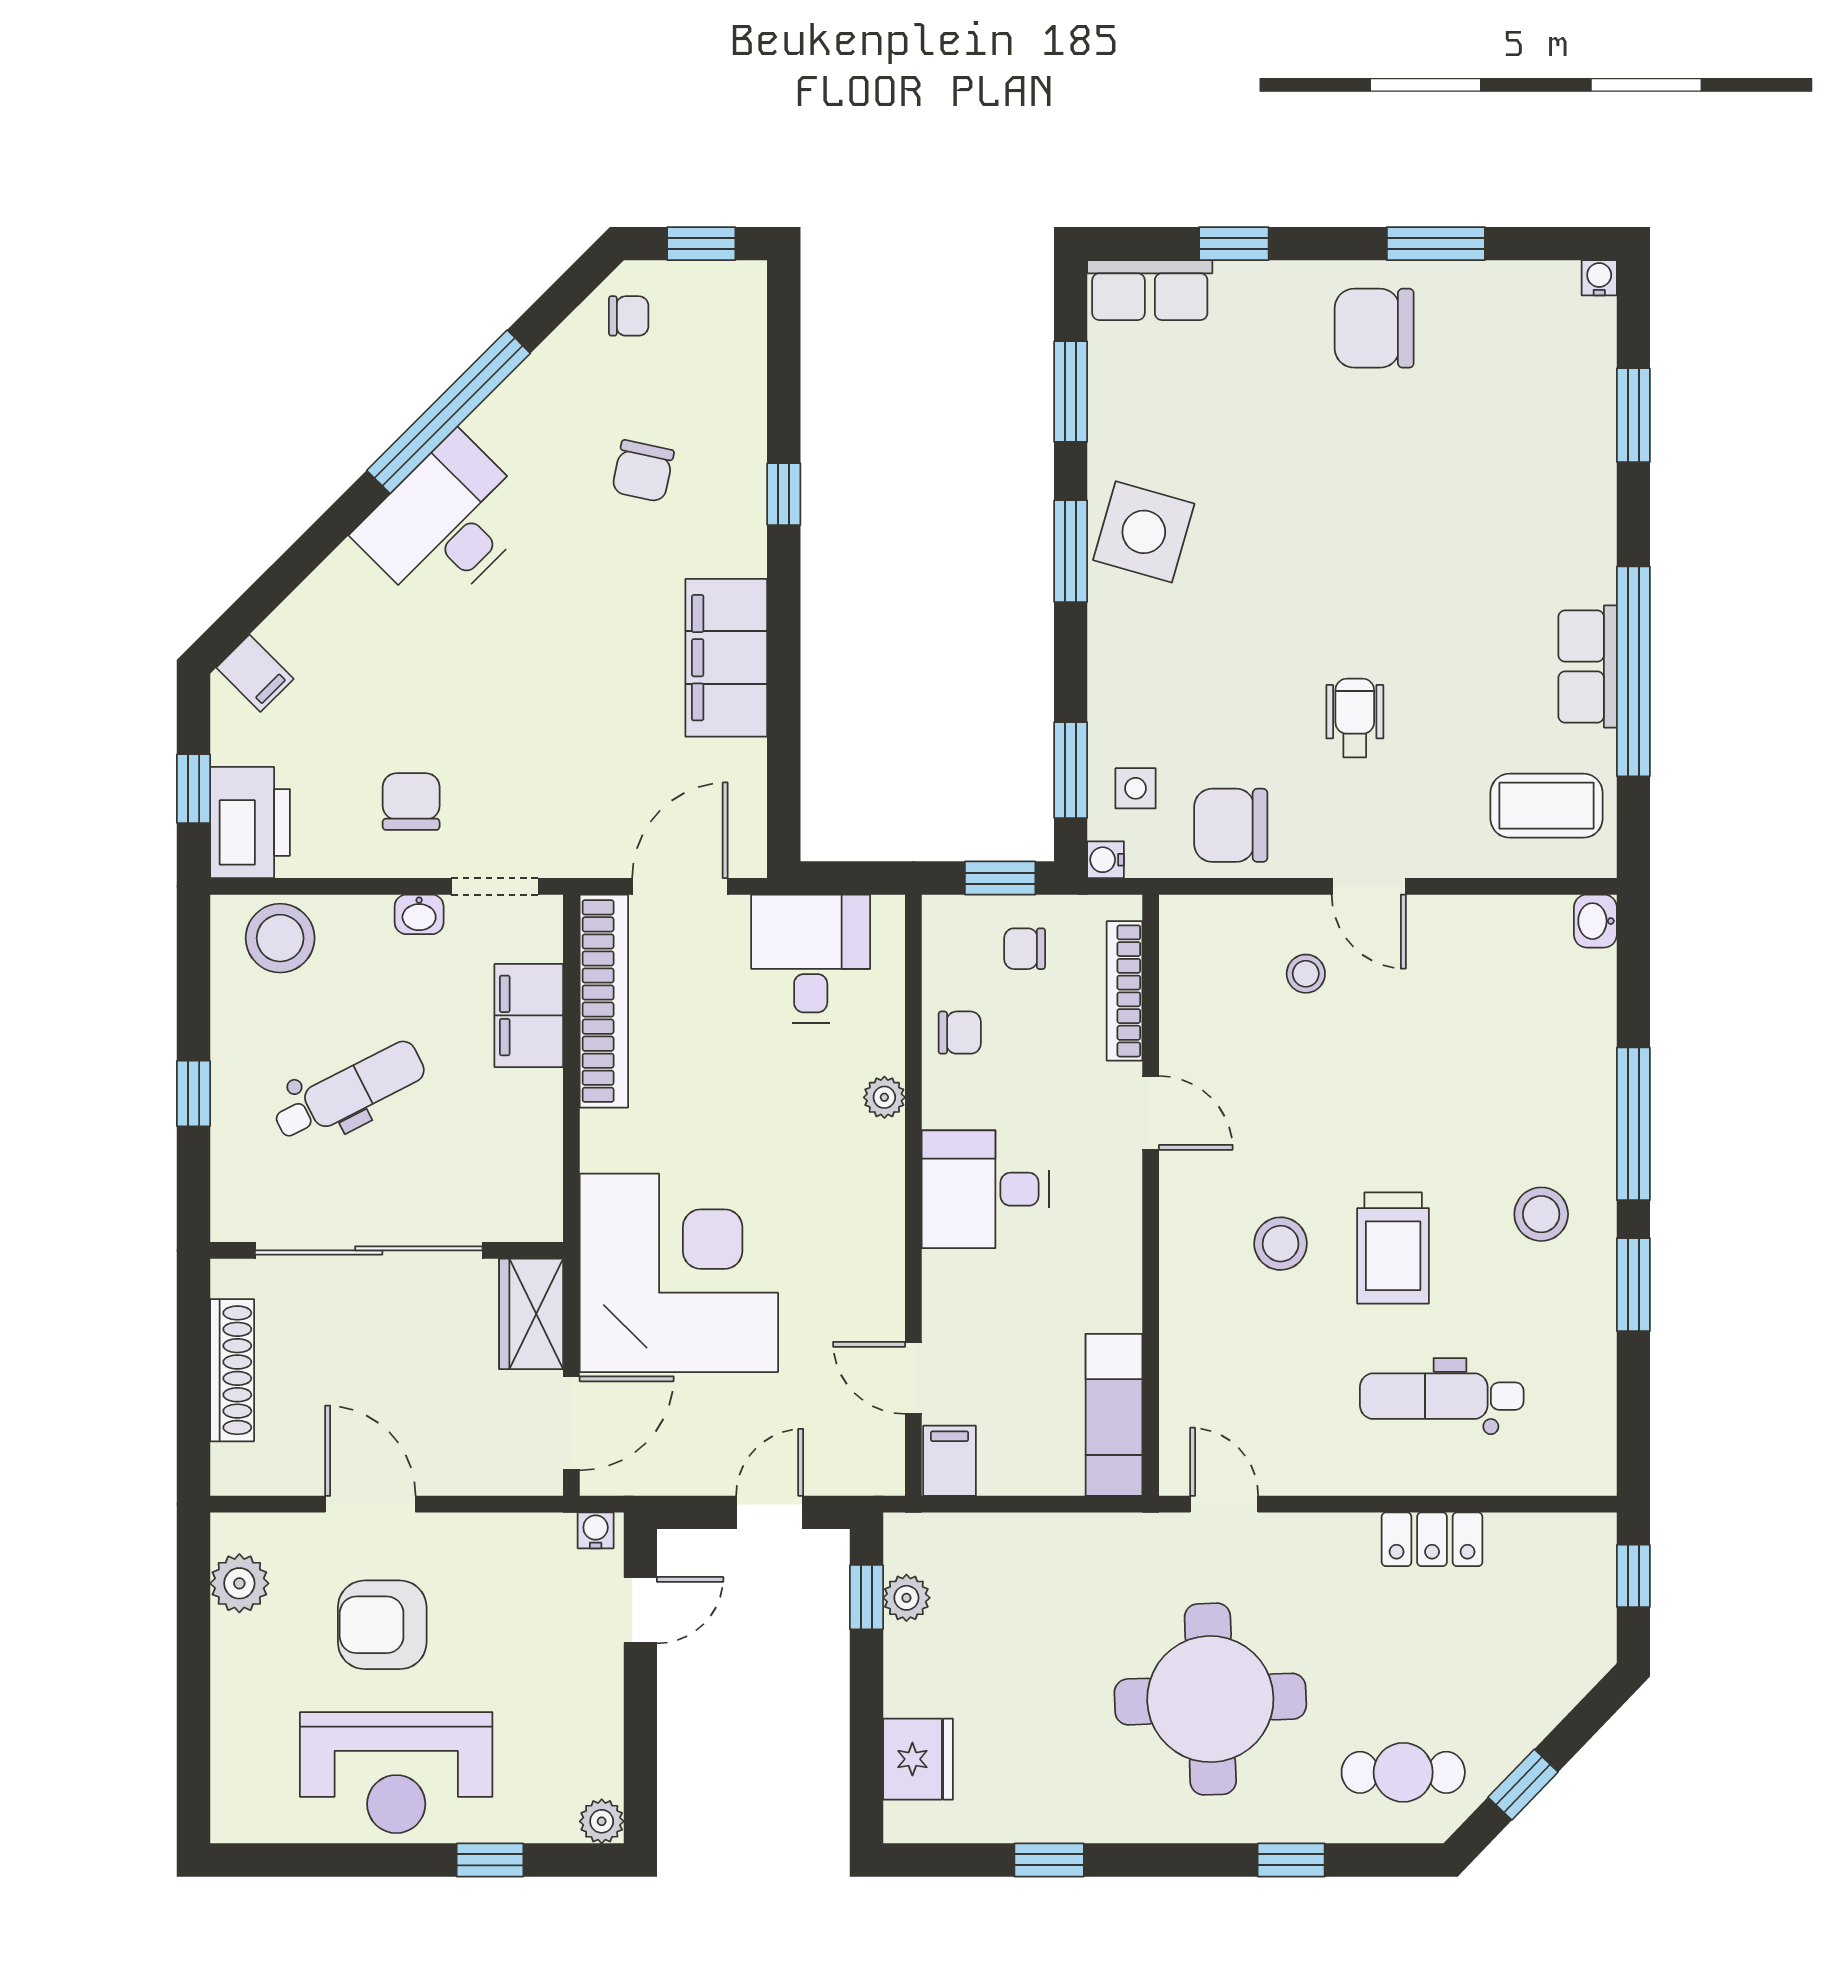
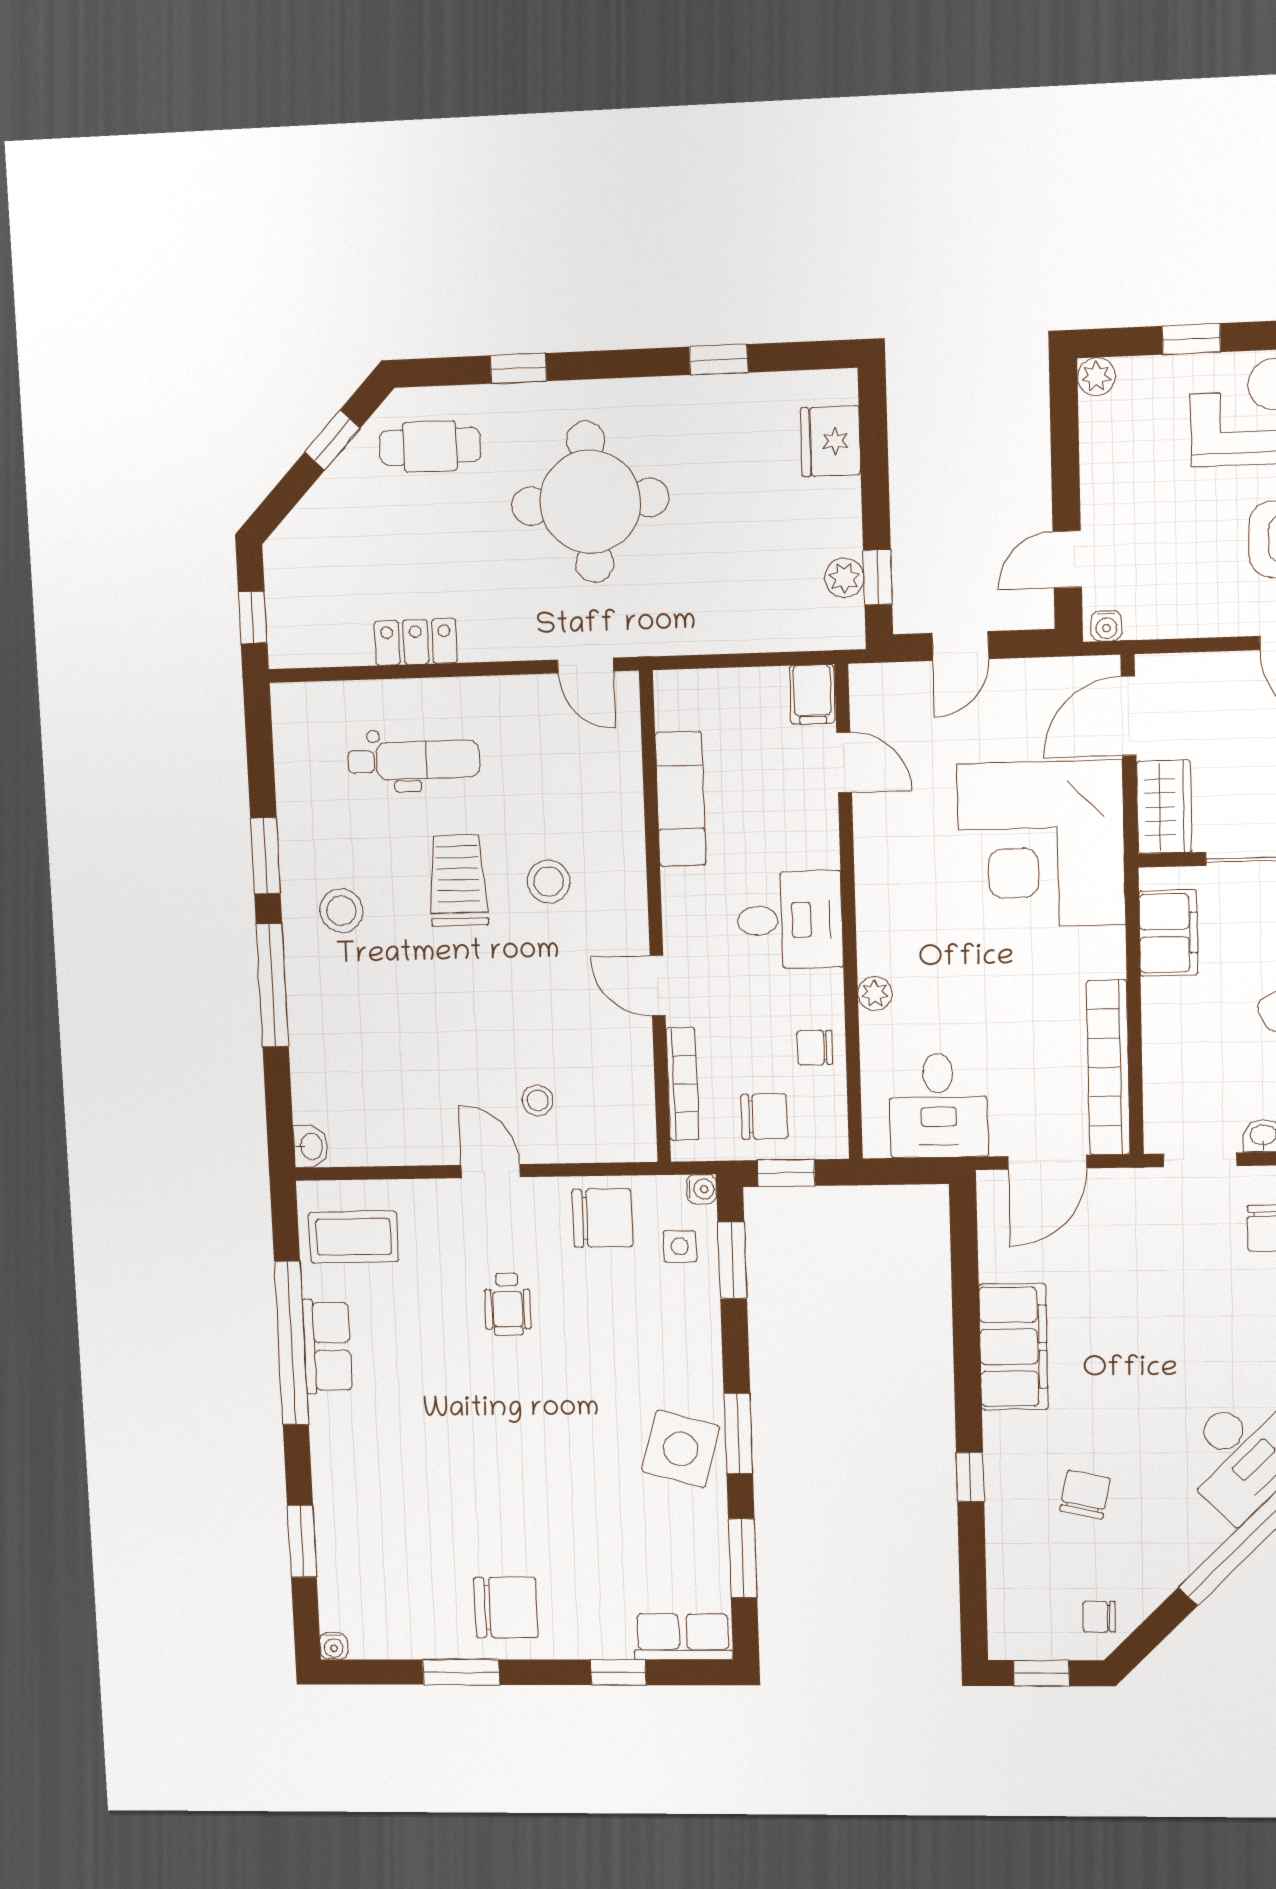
chair: (1025, 949) -> (764, 1117), width x1.37, depth x1.37
filing cabinet: (529, 1015) -> (1168, 933), moved
exam couch: (1114, 1415) -> (681, 799), moved

